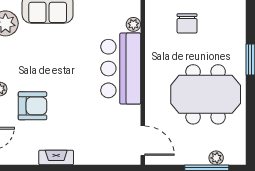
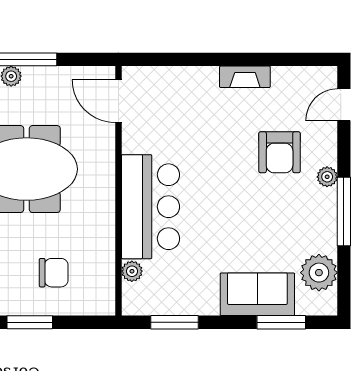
chair: (187, 23) -> (54, 273), turned 90
armchair: (32, 106) -> (280, 152), turned -90

